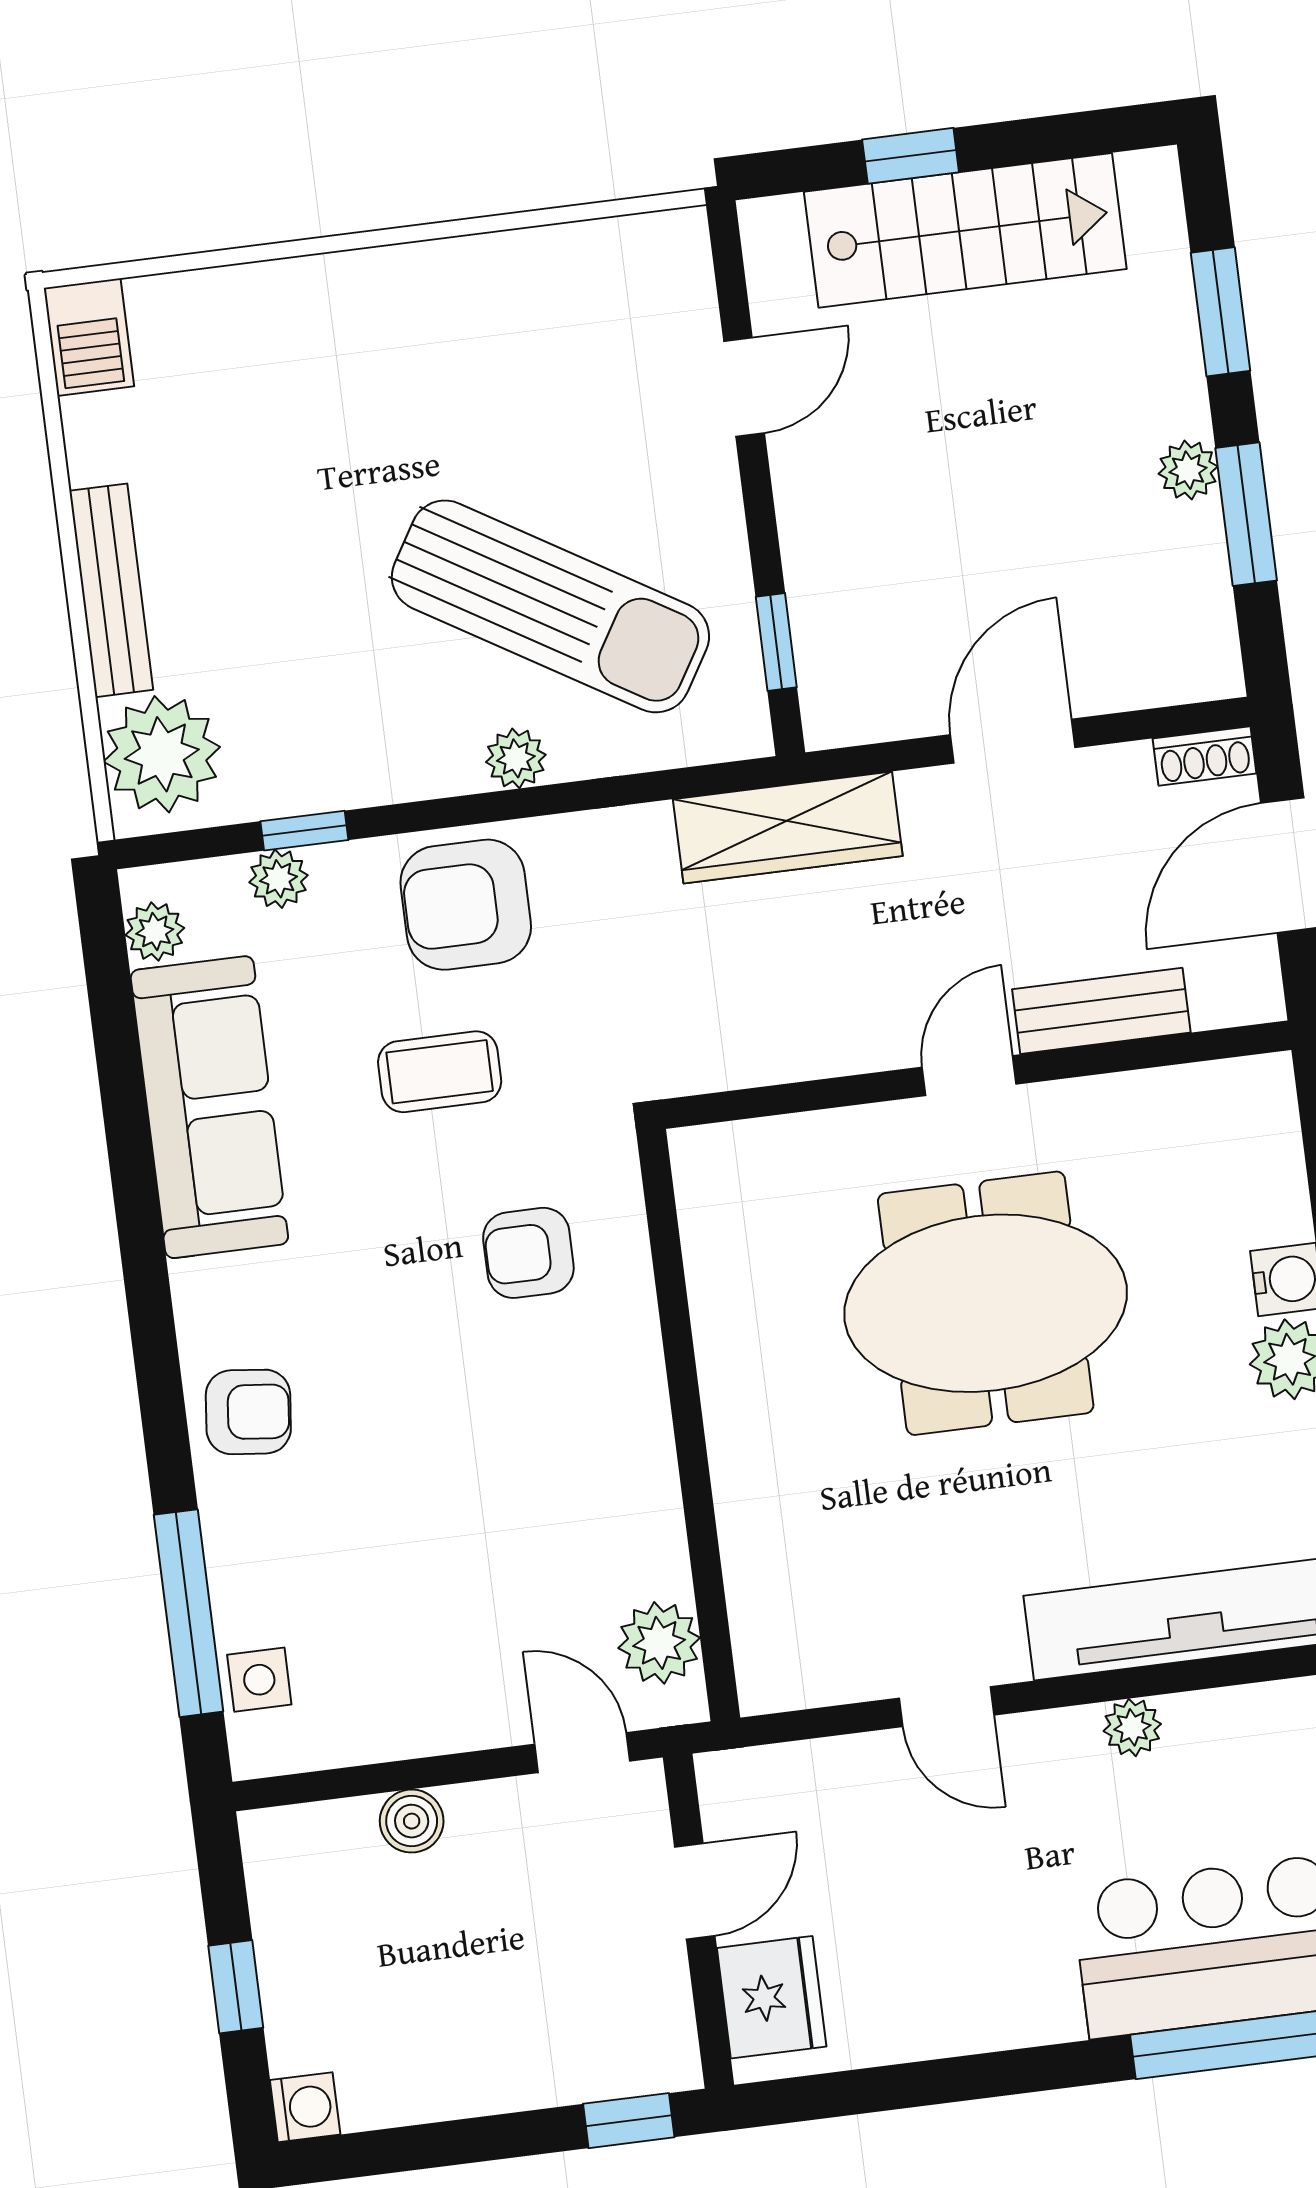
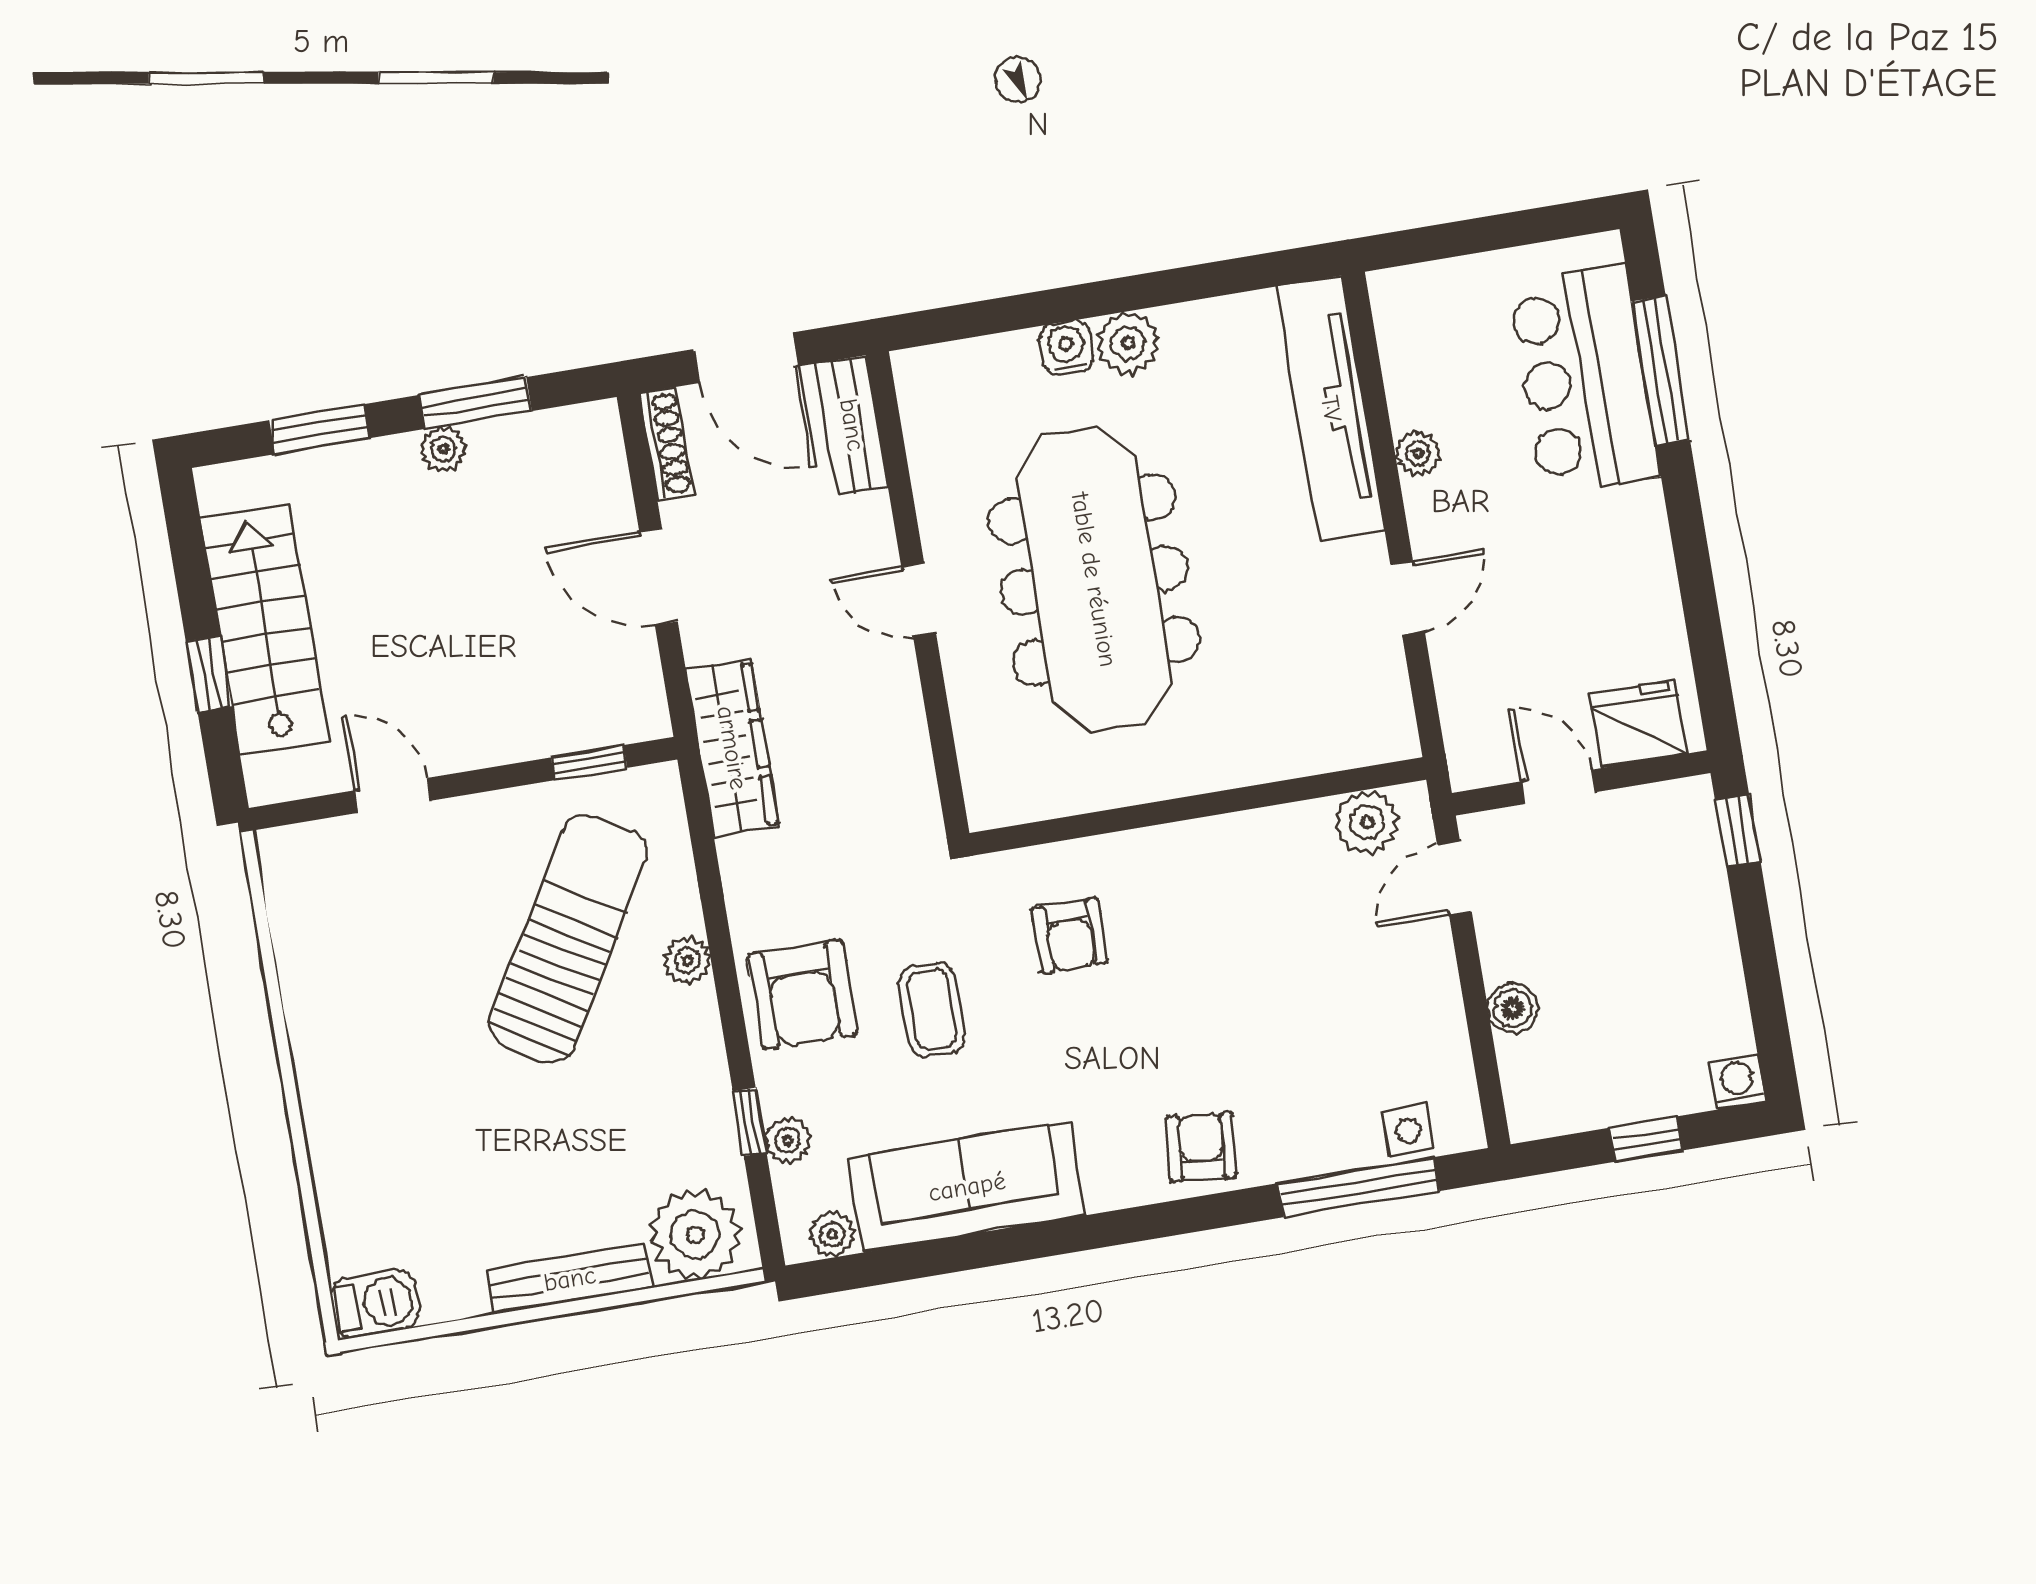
shoe rack: (1205, 756) -> (667, 444), width x1.43
bench: (1101, 1011) -> (852, 425), moved
meeting table: (986, 1303) -> (1094, 580), width x1.36

